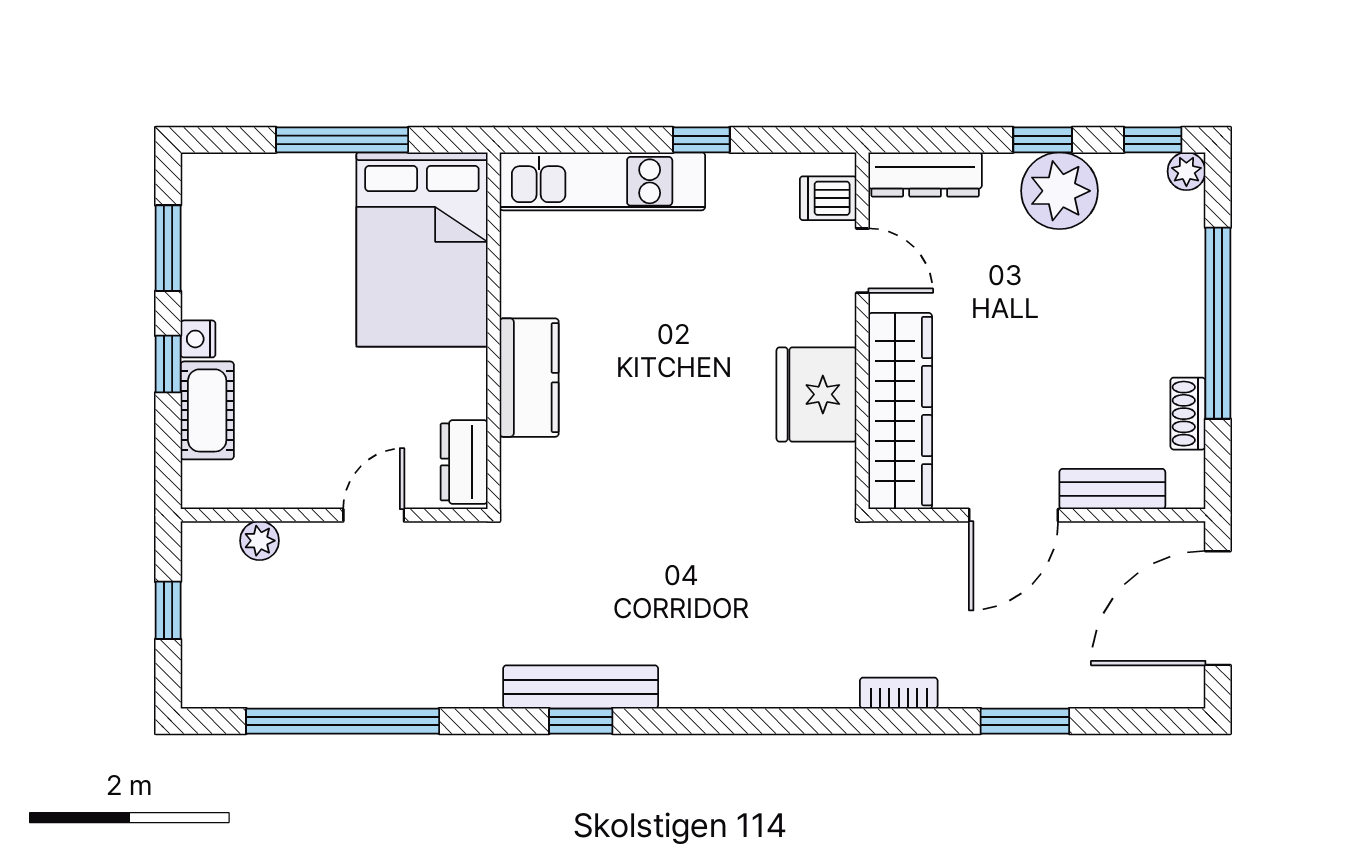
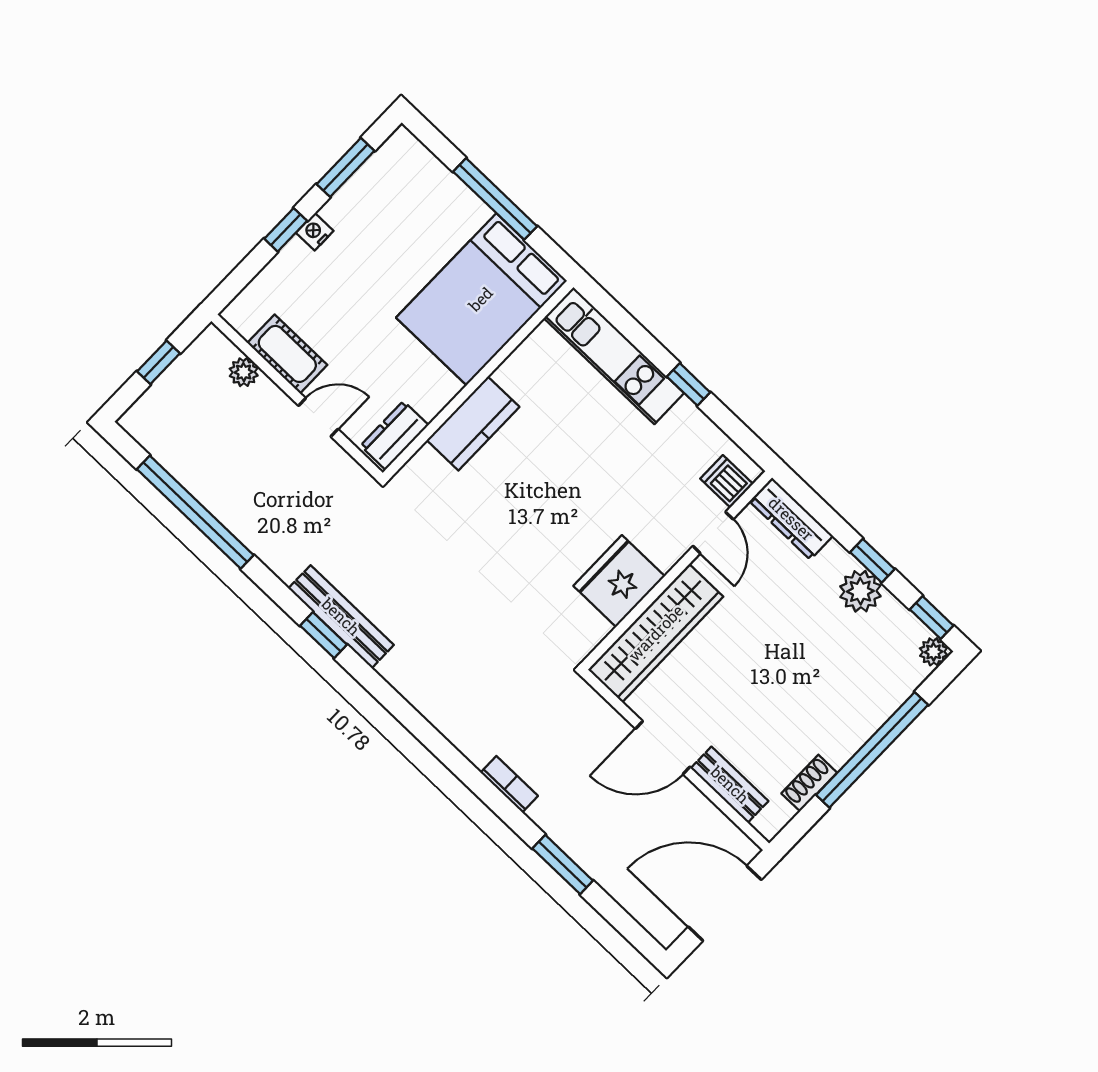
plant: (1060, 191) -> (860, 591), width x0.73, depth x0.73
cot: (207, 410) -> (287, 354), moved, turned 90

